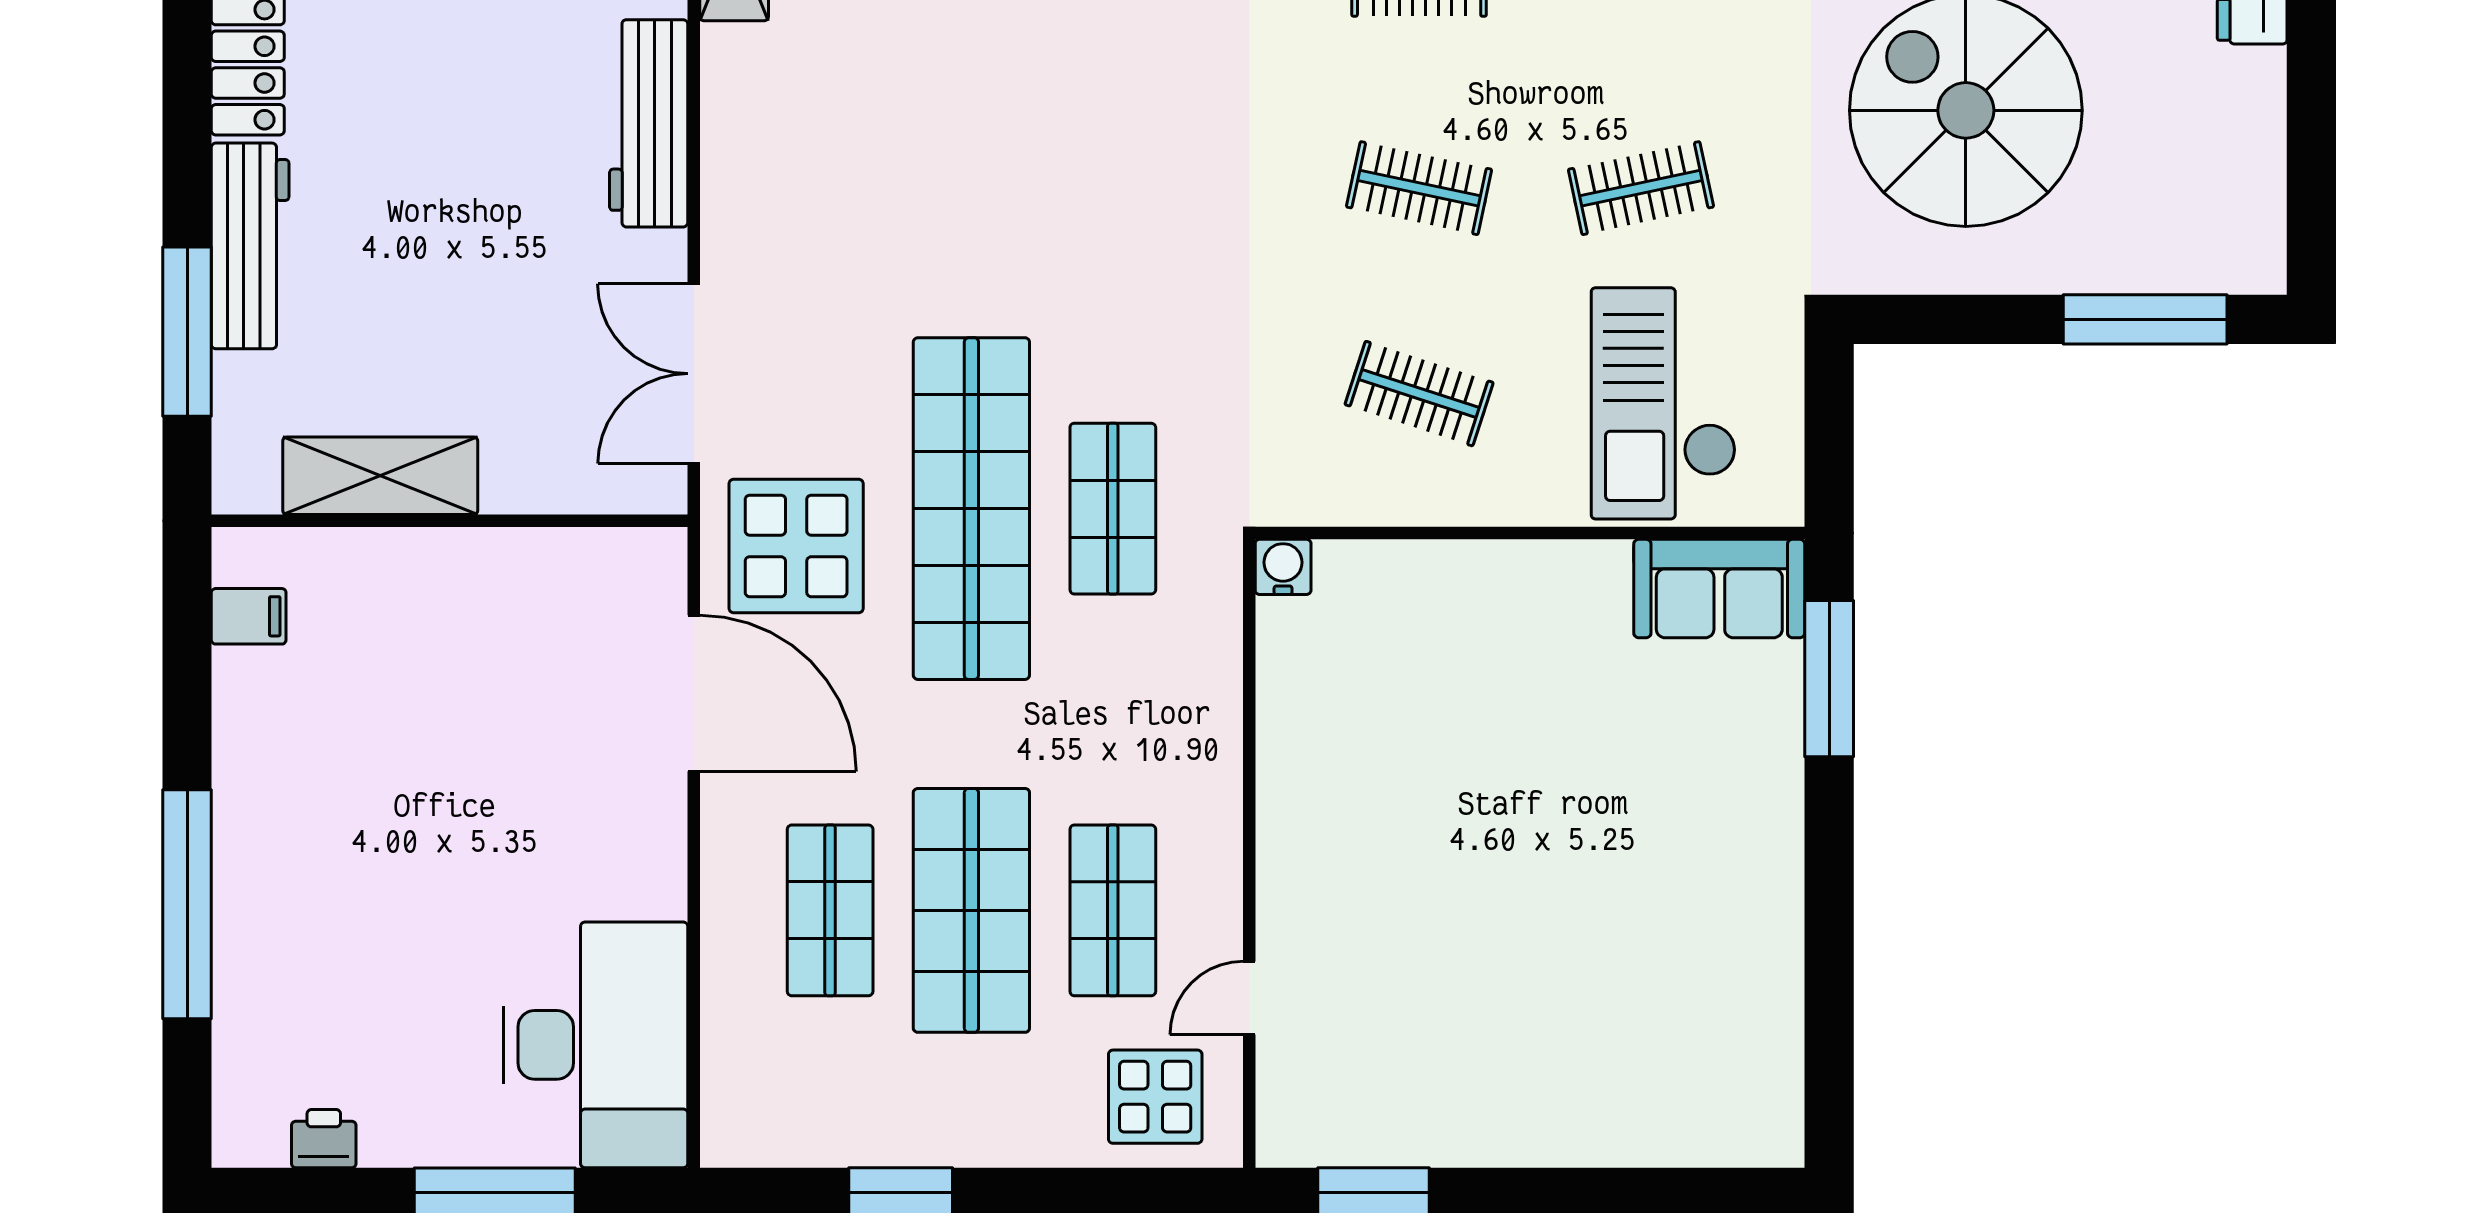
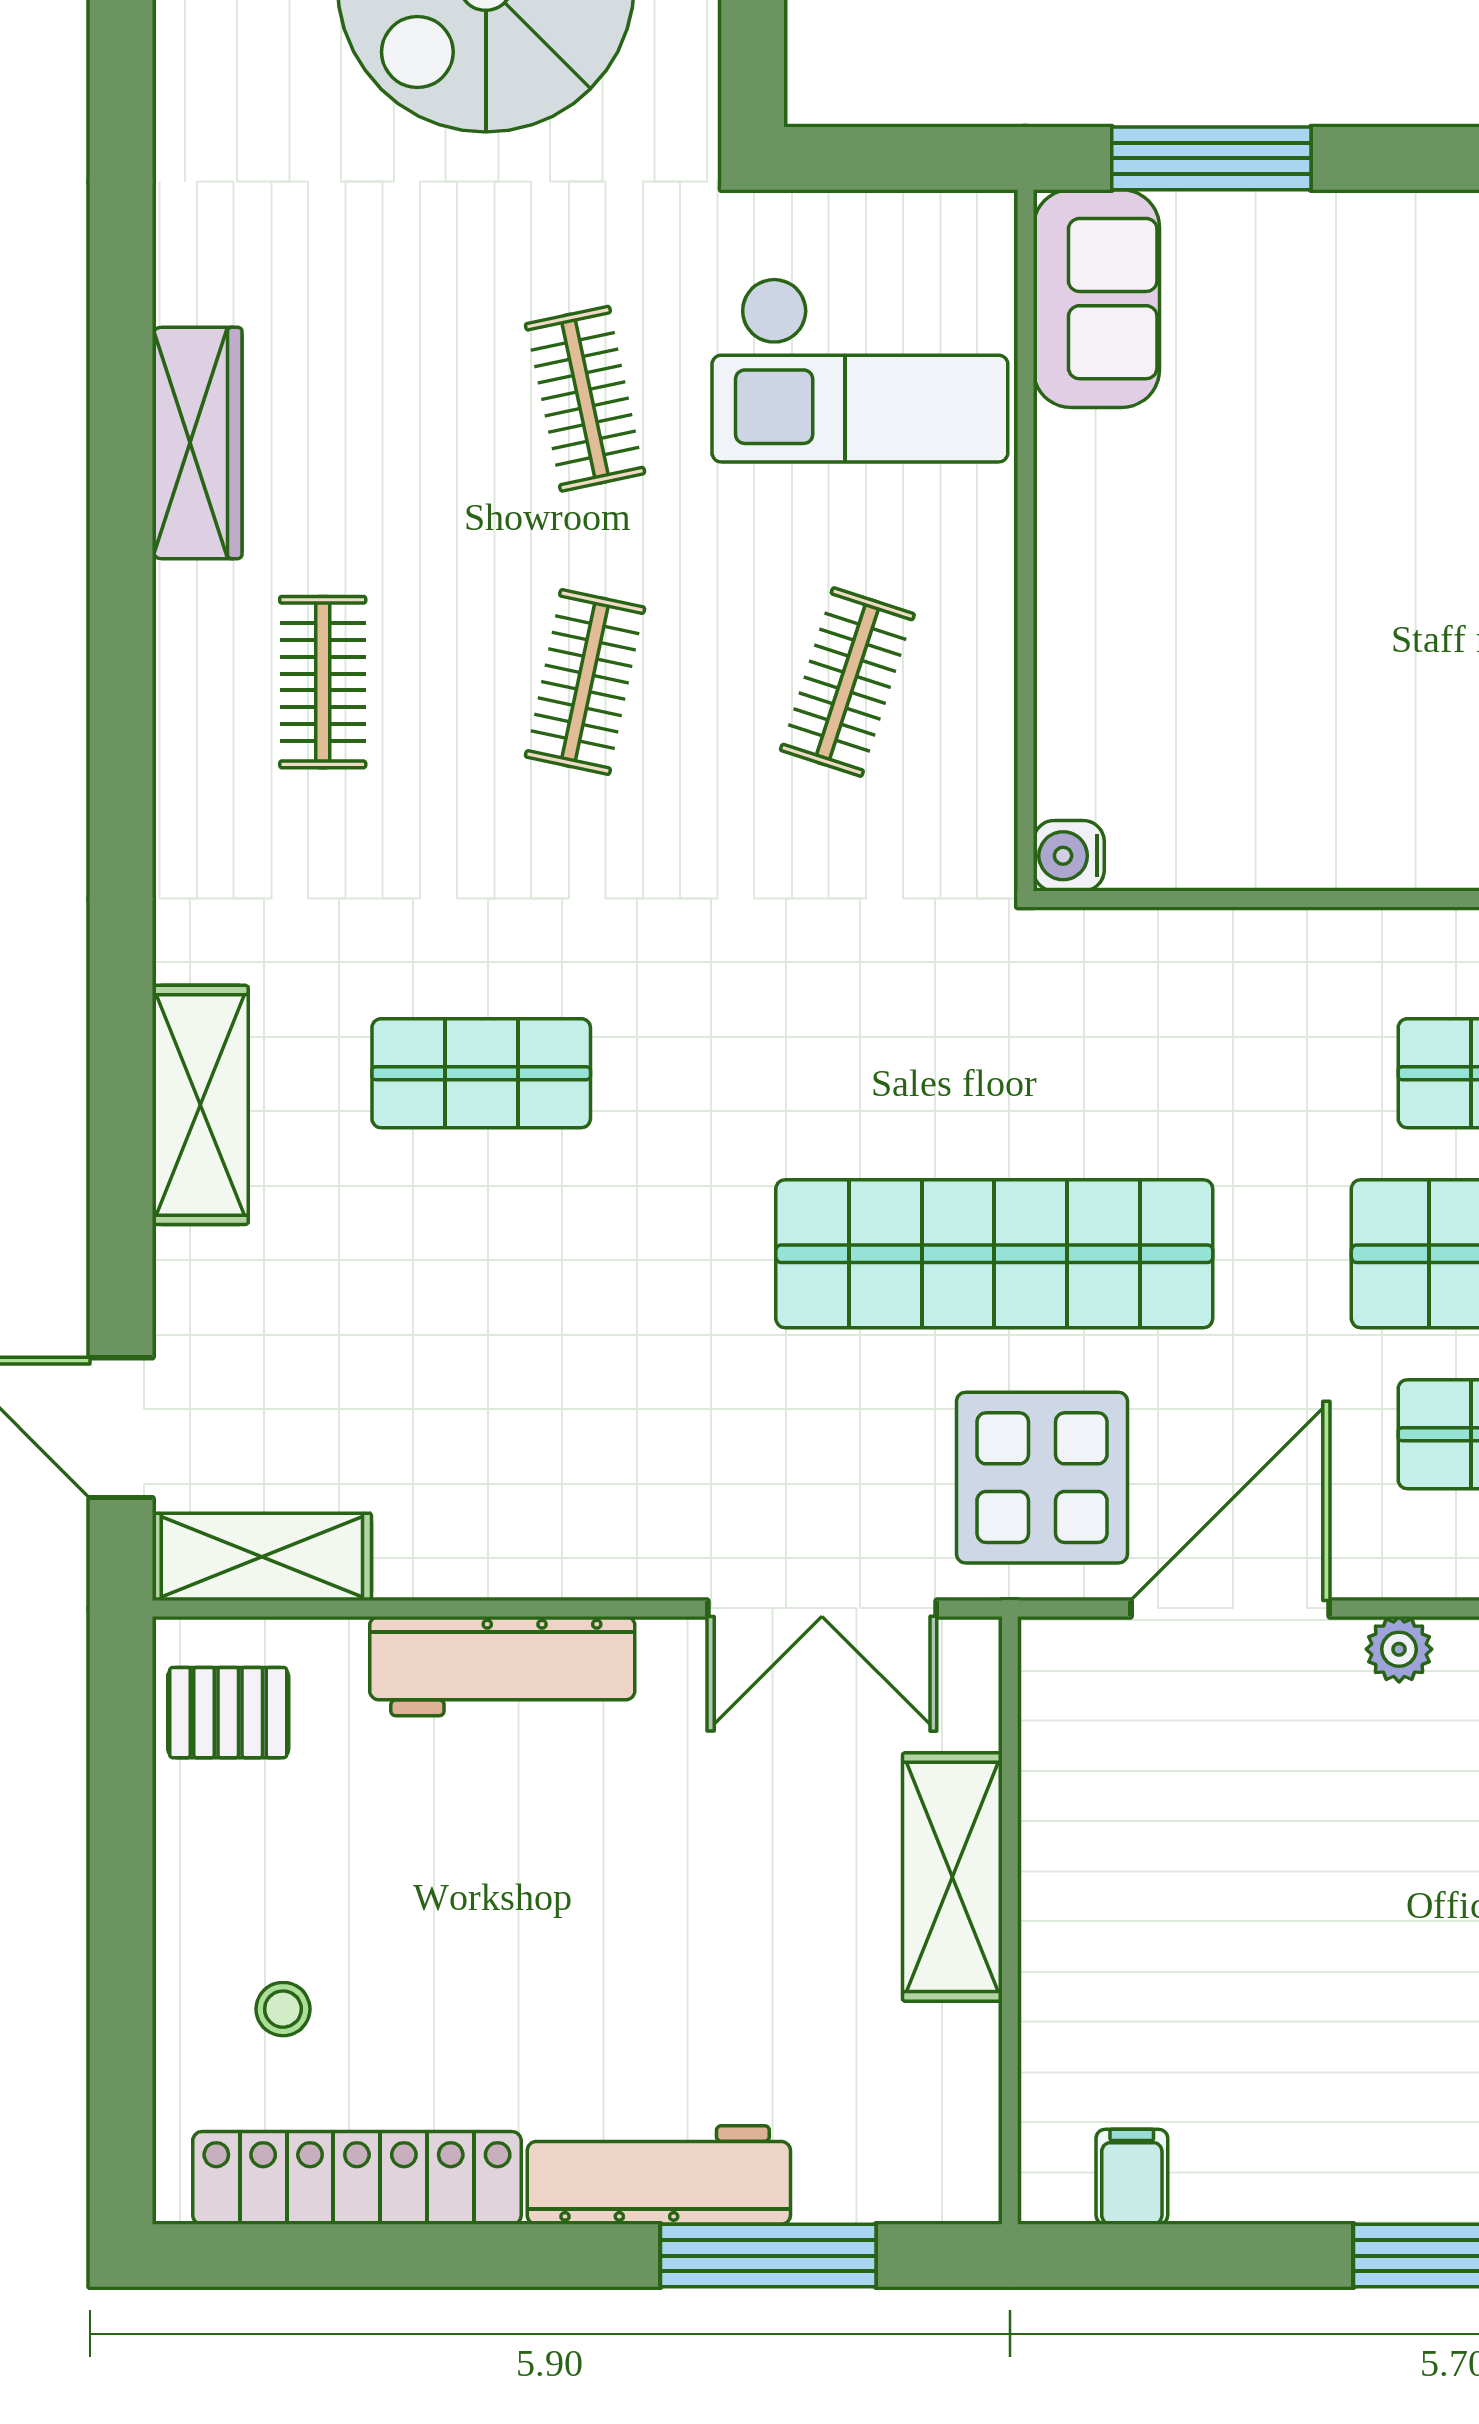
shelving: (380, 476) -> (952, 1877), moved
shop shelf: (1113, 509) -> (481, 1073), moved
plant: (662, 825) -> (1399, 1649), added

